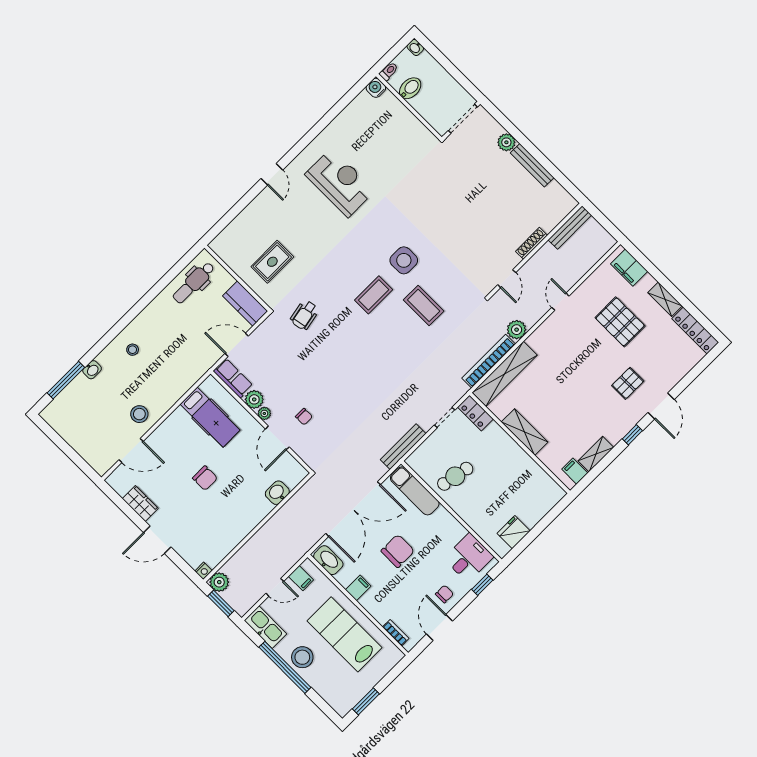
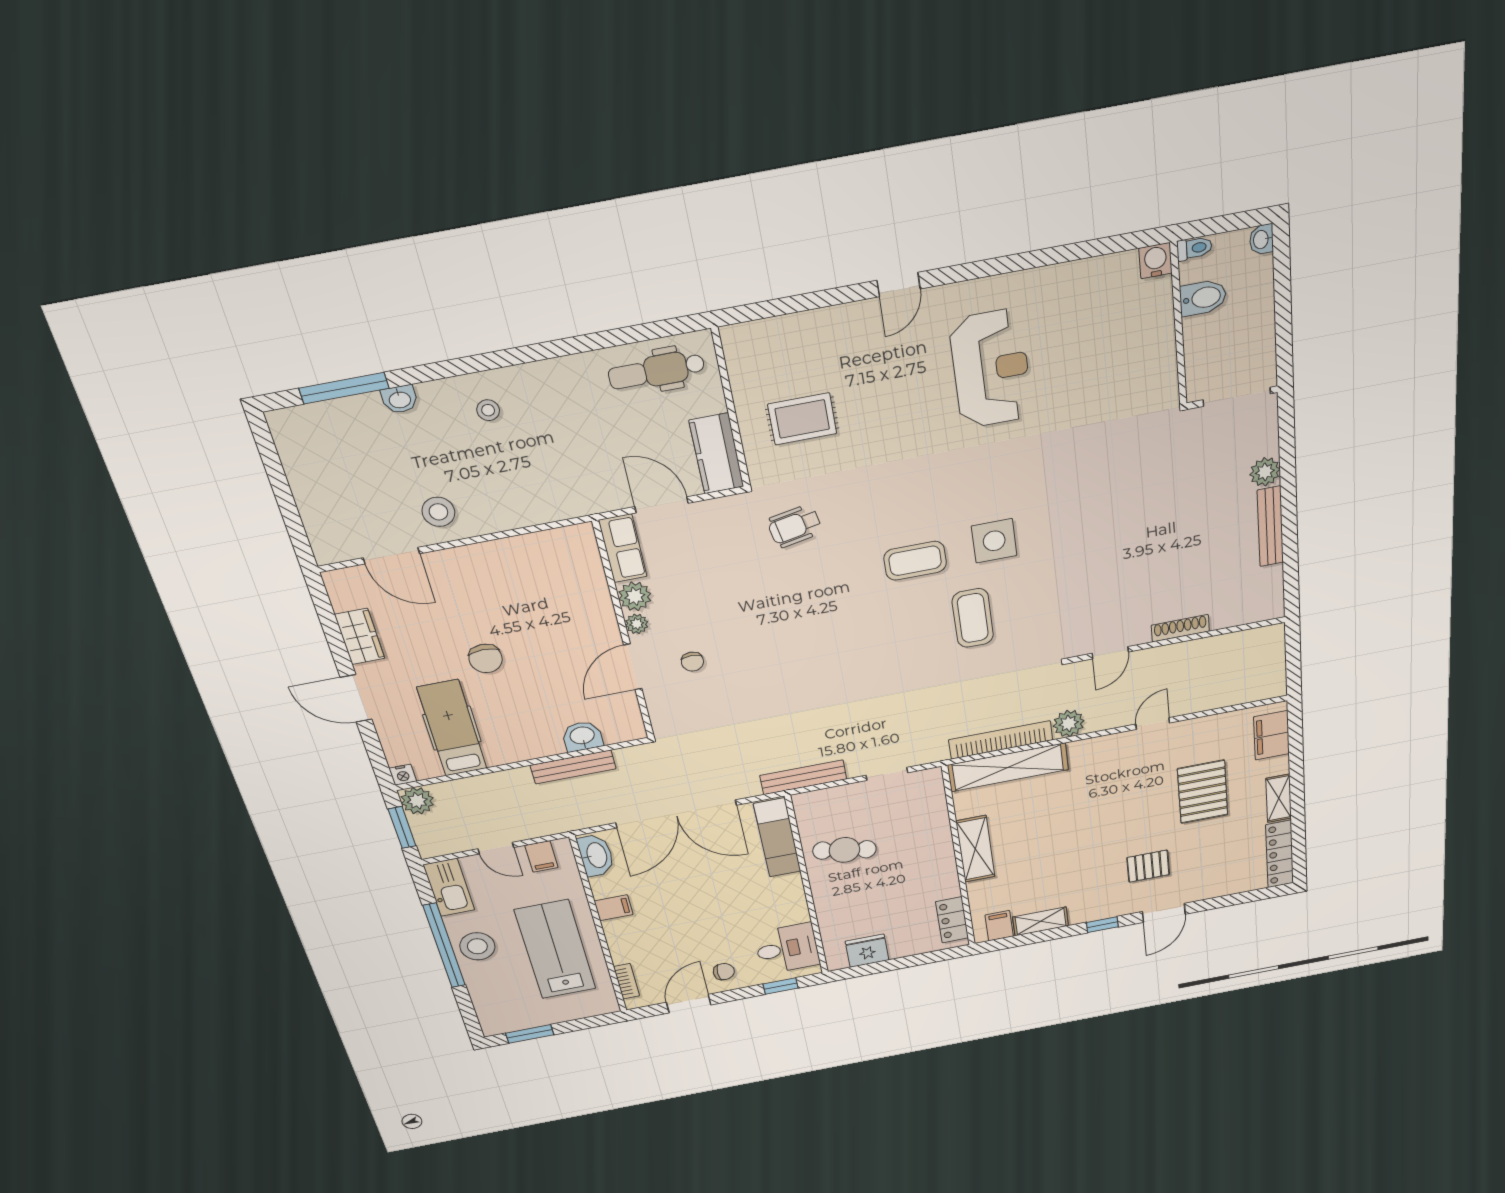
bench: (570, 228) -> (573, 767), moved
locker: (475, 413) -> (952, 920), moved
hospital bed: (210, 417) -> (452, 728), moved, turned 180
chair: (398, 551) -> (700, 894), removed

